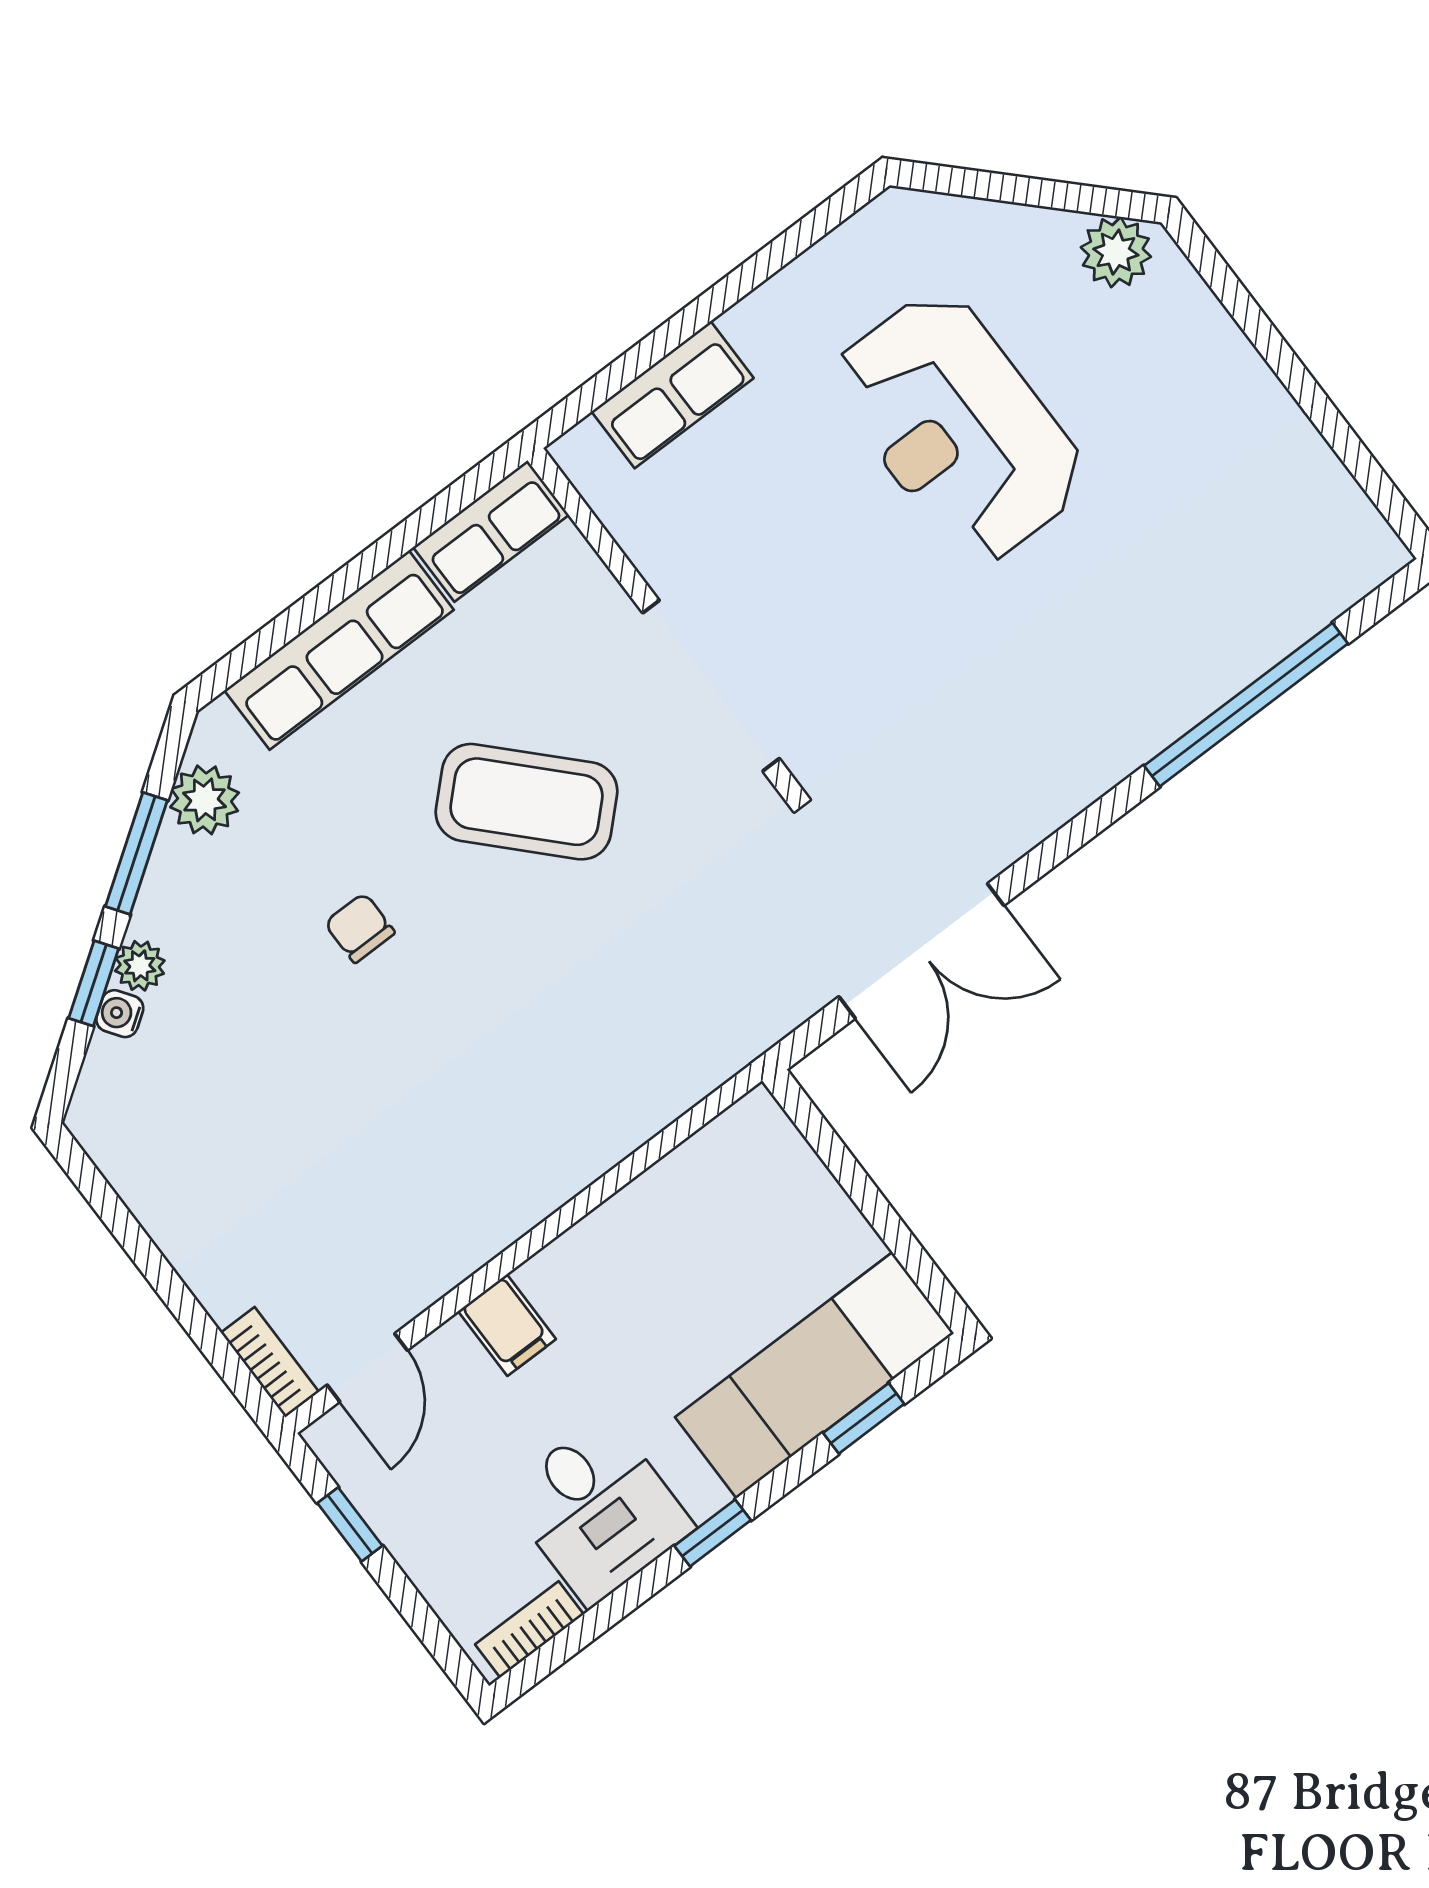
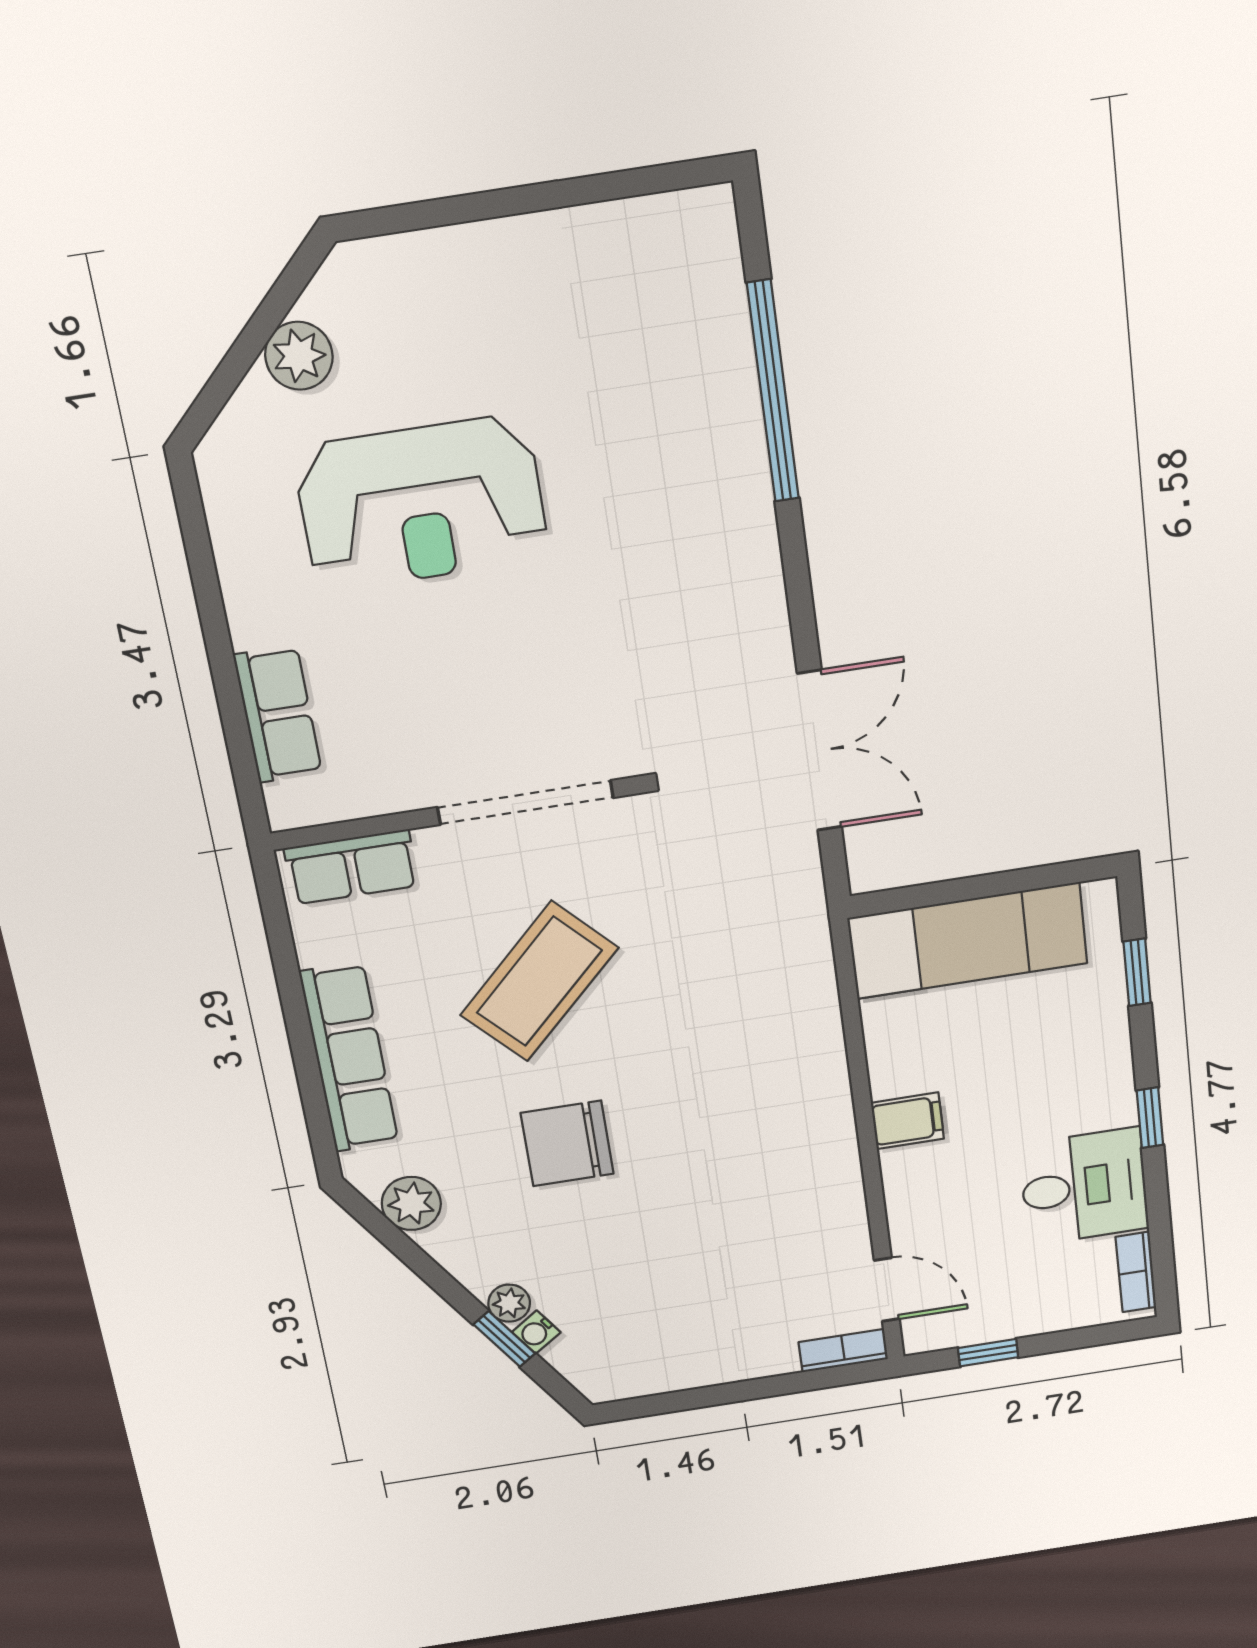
plant: (1116, 252) -> (299, 356), moved
row of seats: (491, 531) -> (351, 867), moved, turned 90
window: (136, 853) -> (425, 1267), removed
chair: (360, 928) -> (567, 1143), width x1.87, depth x1.87
filing cabinet: (507, 1325) -> (907, 1121), moved
exam couch: (815, 1375) -> (968, 941), moved, turned -90

